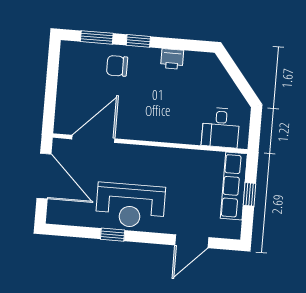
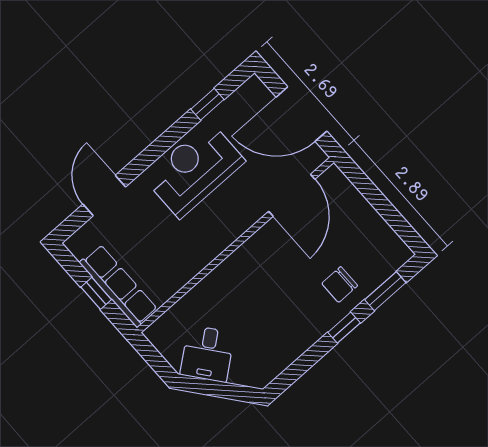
printer: (172, 59) -> (296, 343), removed
chair: (117, 66) -> (340, 285), turned 180
desk: (221, 128) -> (207, 354), moved, turned -128
window: (113, 235) -> (207, 104), moved

